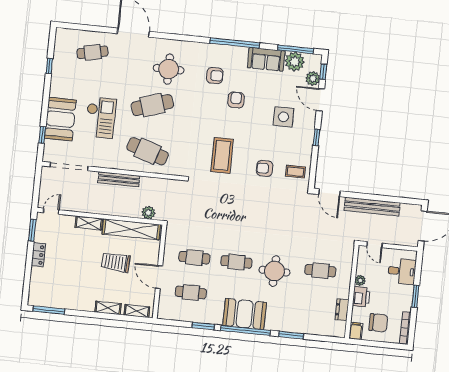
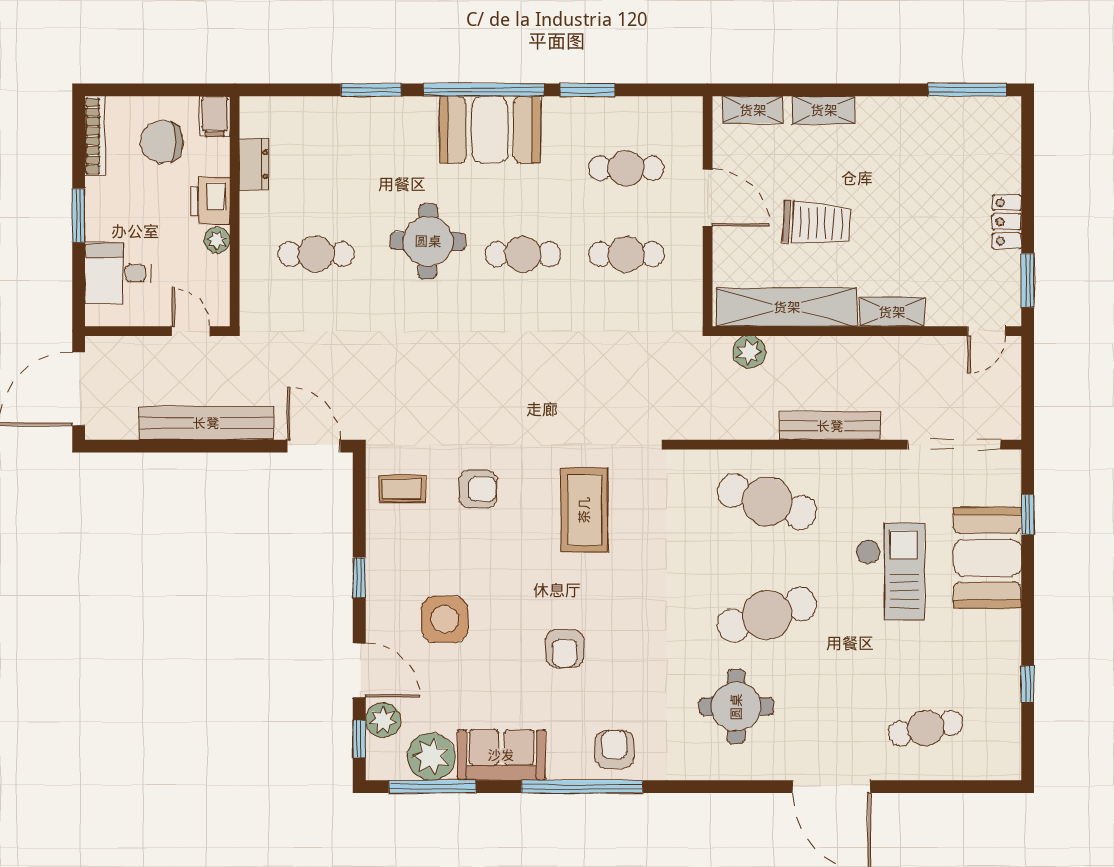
armchair: (215, 76) -> (614, 749), moved, turned 90
checkout: (100, 118) -> (890, 571), turned 180

